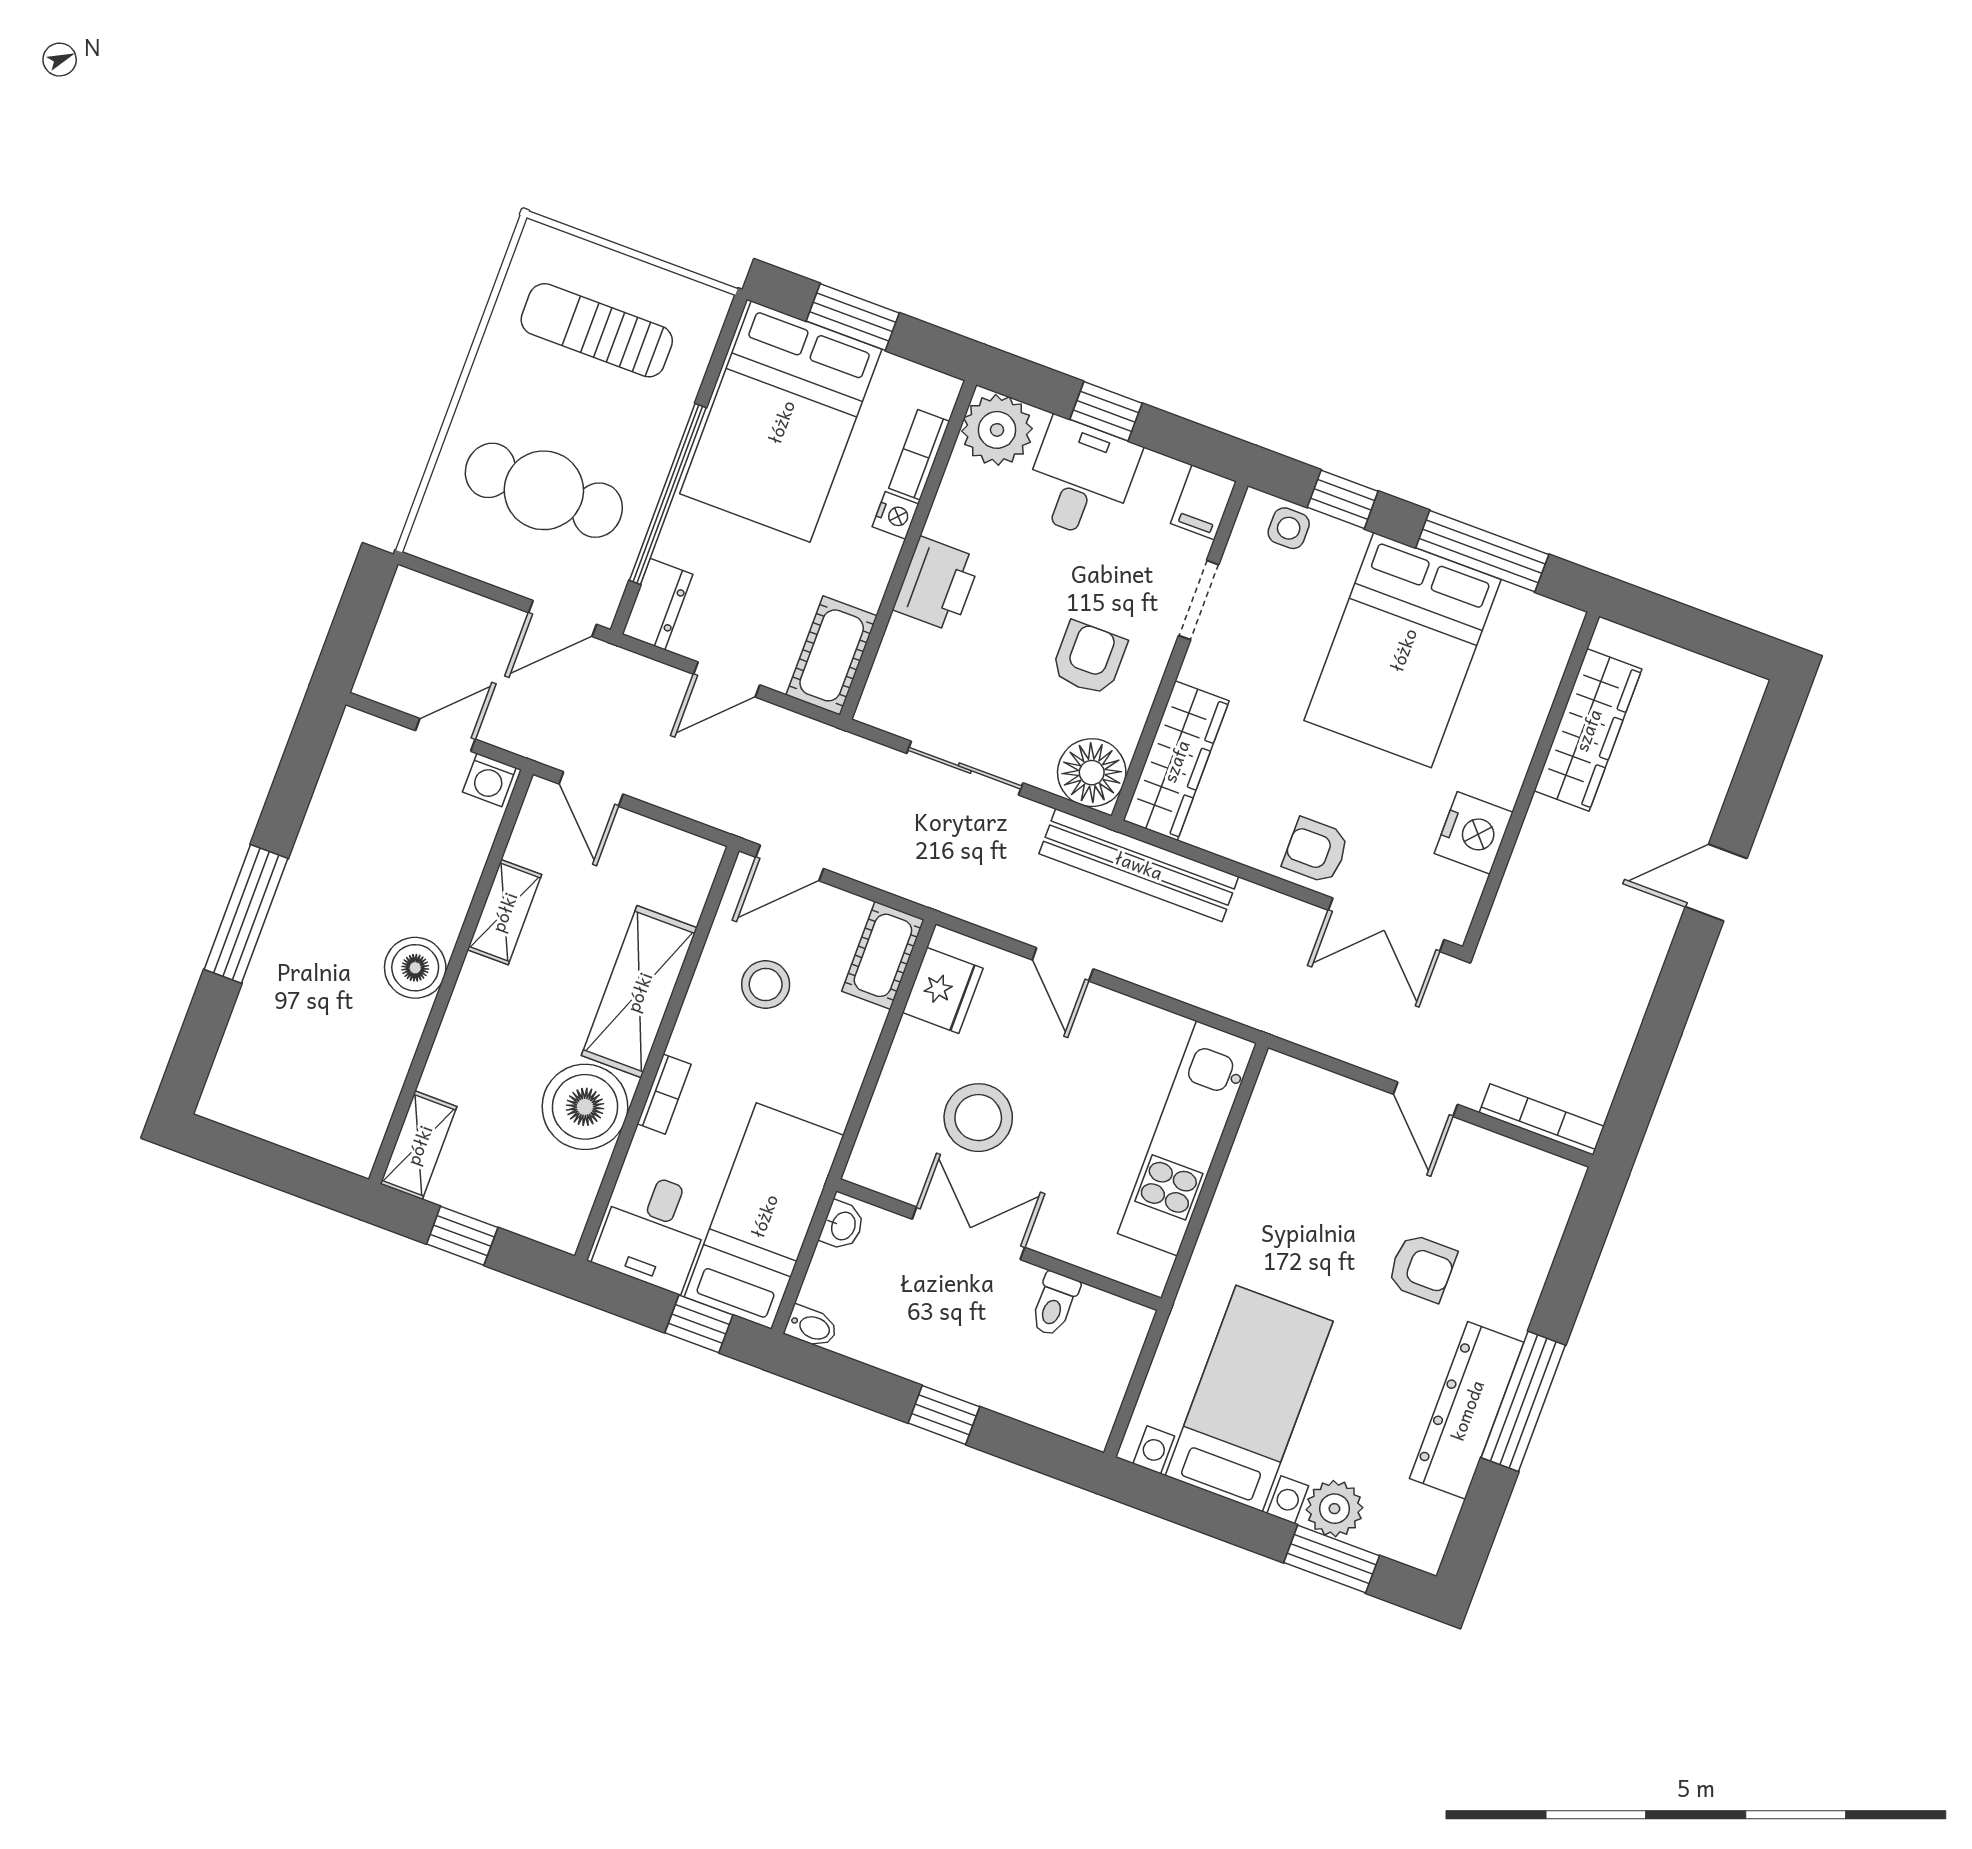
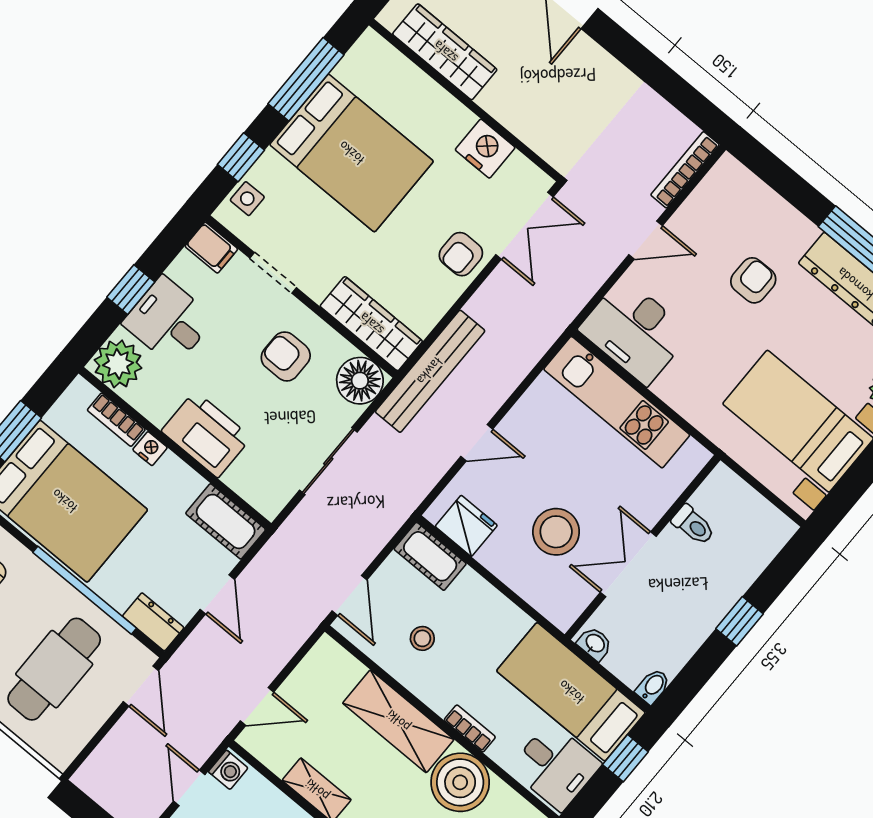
printer: (937, 584) -> (206, 434), width x1.37, depth x1.19
stool: (766, 985) -> (422, 638), width x0.73, depth x0.73
desk: (1294, 1129) -> (635, 331), added

